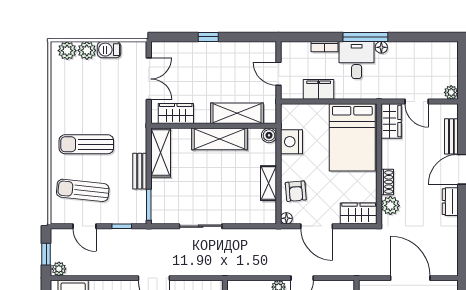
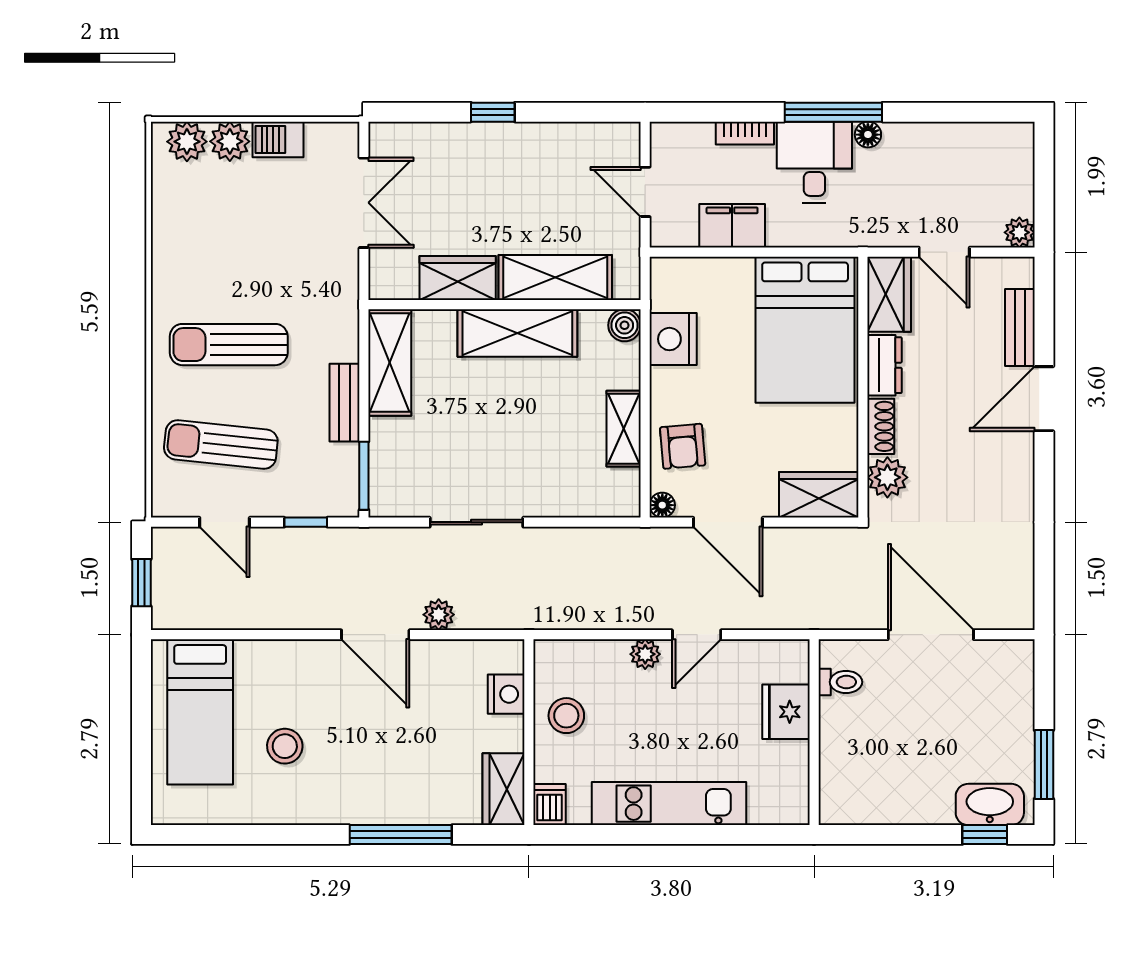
wardrobe: (176, 114) -> (458, 278), moved
dresser: (450, 202) -> (884, 365), moved, turned 180
plant: (59, 269) -> (439, 615), moved

